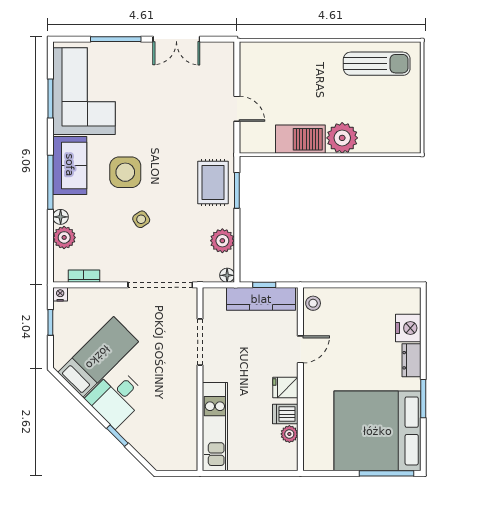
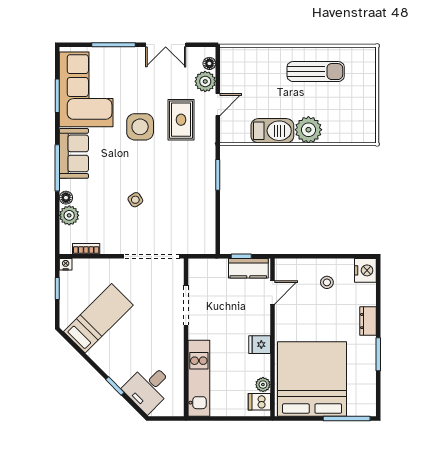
sun lounger: (377, 64) -> (316, 72), moved
door: (237, 109) -> (218, 105), hinge flipped
side table: (125, 172) -> (140, 127), moved
rug: (213, 182) -> (181, 120), moved
plant: (222, 241) -> (205, 81), moved
floor lamp: (227, 275) -> (209, 63), moved
kitchen counter: (261, 299) -> (248, 268), width x0.67
stool: (313, 303) -> (327, 282), moved
nightstand: (408, 328) -> (365, 270), moved
door: (300, 349) -> (272, 292), moved
desk: (116, 398) -> (148, 388), moved
dishwasher: (285, 414) -> (259, 402), moved
bed: (377, 431) -> (312, 379), moved, turned 90

